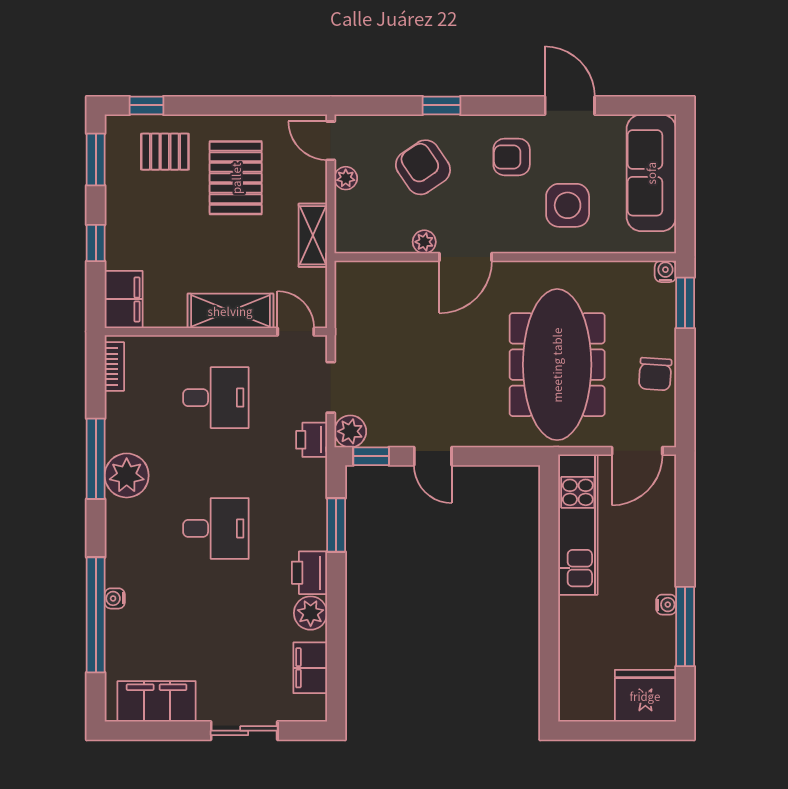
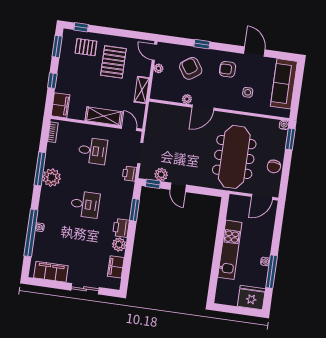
side table: (568, 205) -> (248, 92), width x0.54, depth x0.54
plant: (350, 431) -> (161, 175), moved
kitchen unit: (578, 525) -> (230, 250), moved

